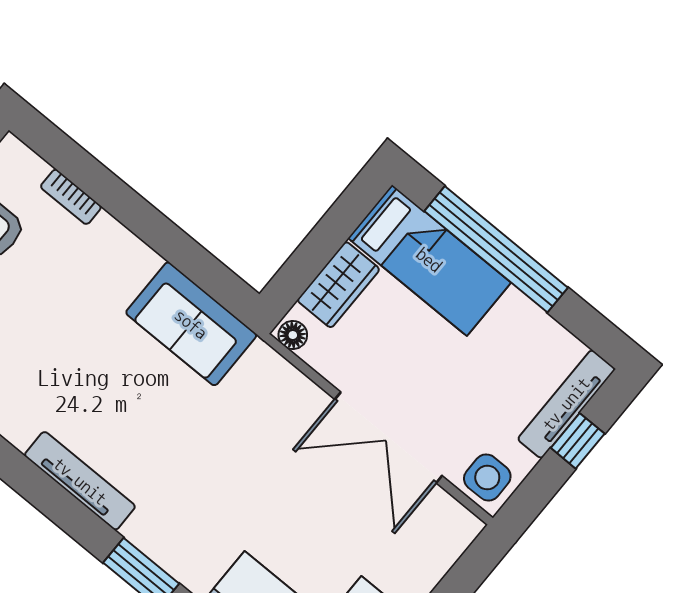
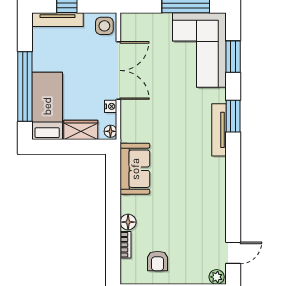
floor lamp: (107, 234) -> (128, 222), added
nightstand: (336, 372) -> (111, 106), added
tv unit: (80, 481) -> (219, 130), moved

